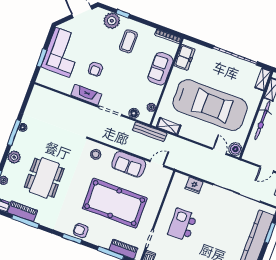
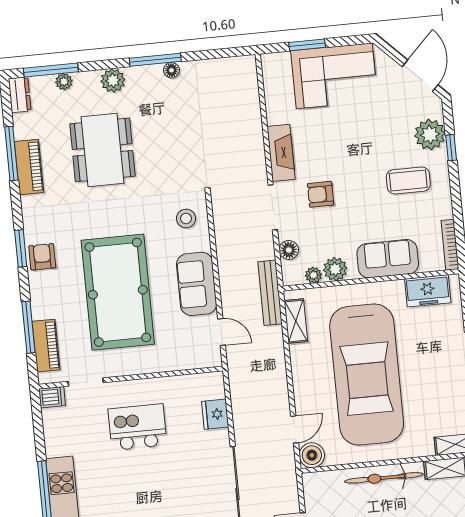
armchair: (95, 69) -> (321, 194), moved
plant: (153, 96) -> (335, 269), added
dining table: (44, 178) -> (103, 150), turned 90
piano: (22, 211) -> (29, 167), moved

